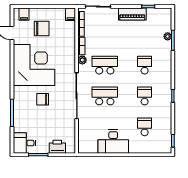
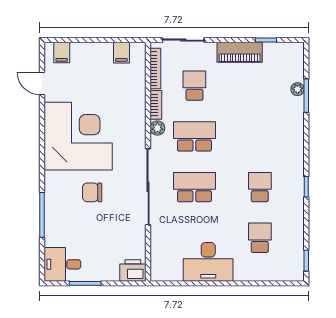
filing cabinet: (71, 14) -> (121, 53), moved
chair: (42, 29) -> (91, 76), removed
school desk: (145, 65) -> (194, 86), moved
printer: (57, 147) -> (133, 270), moved

